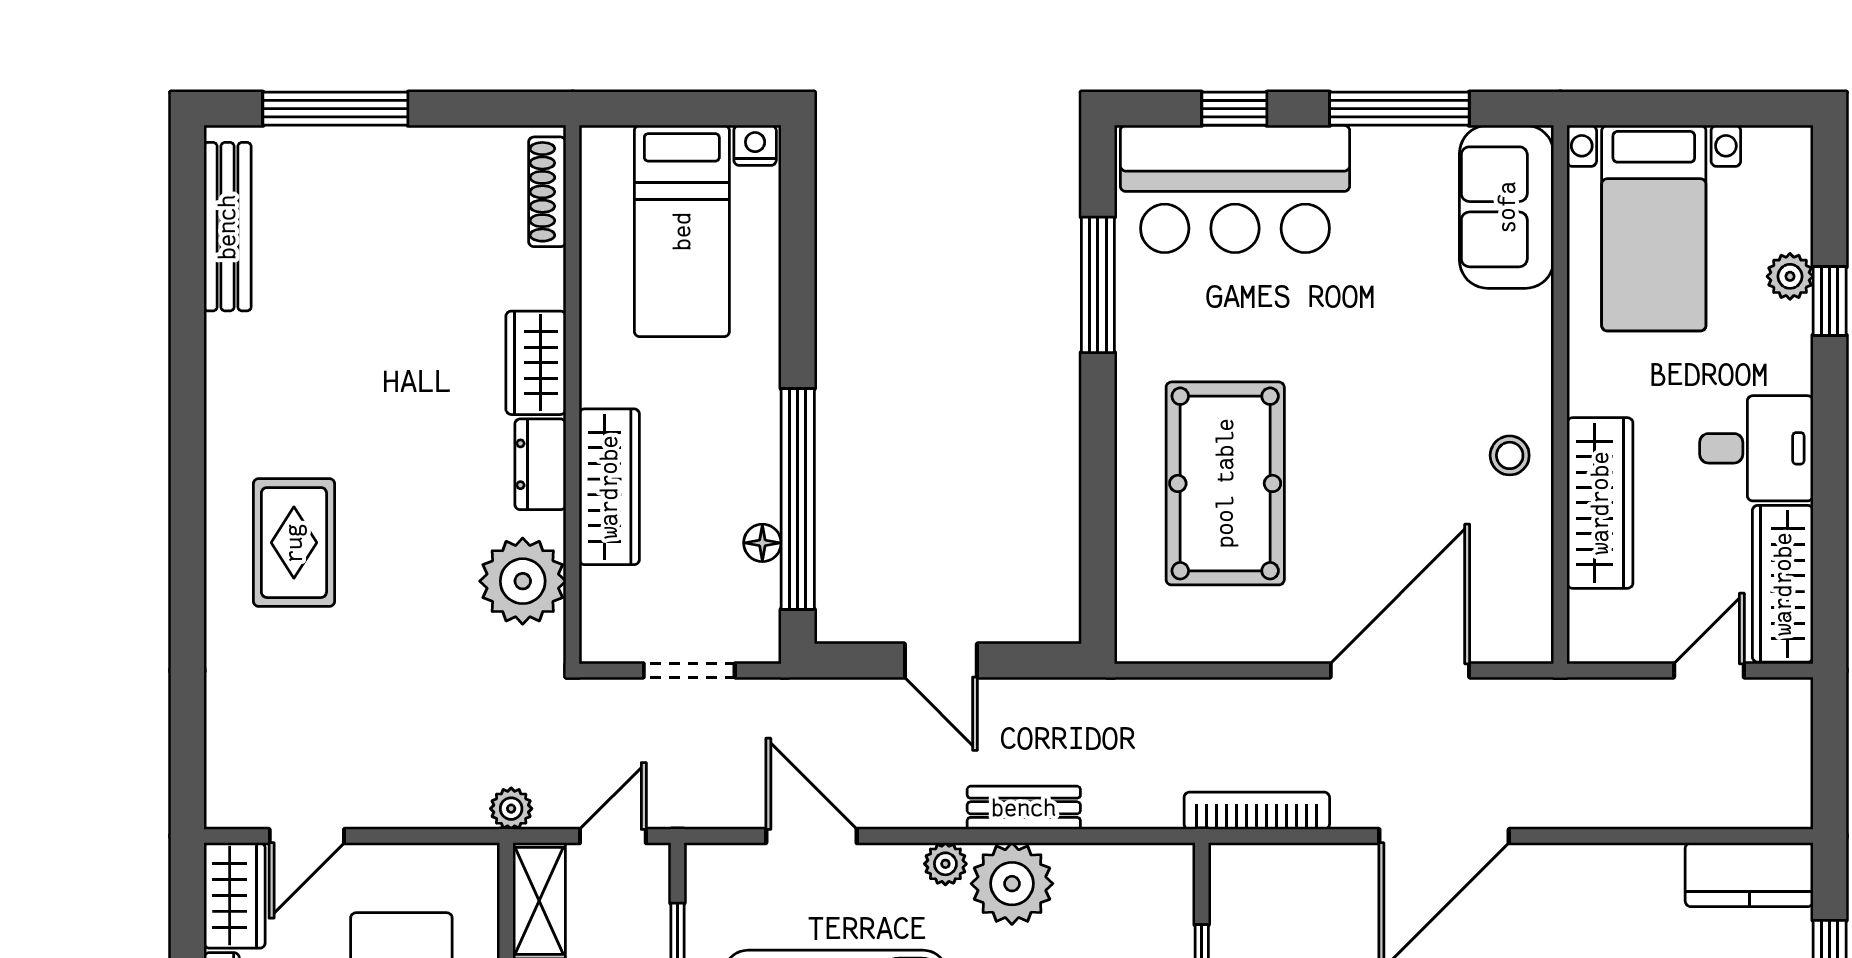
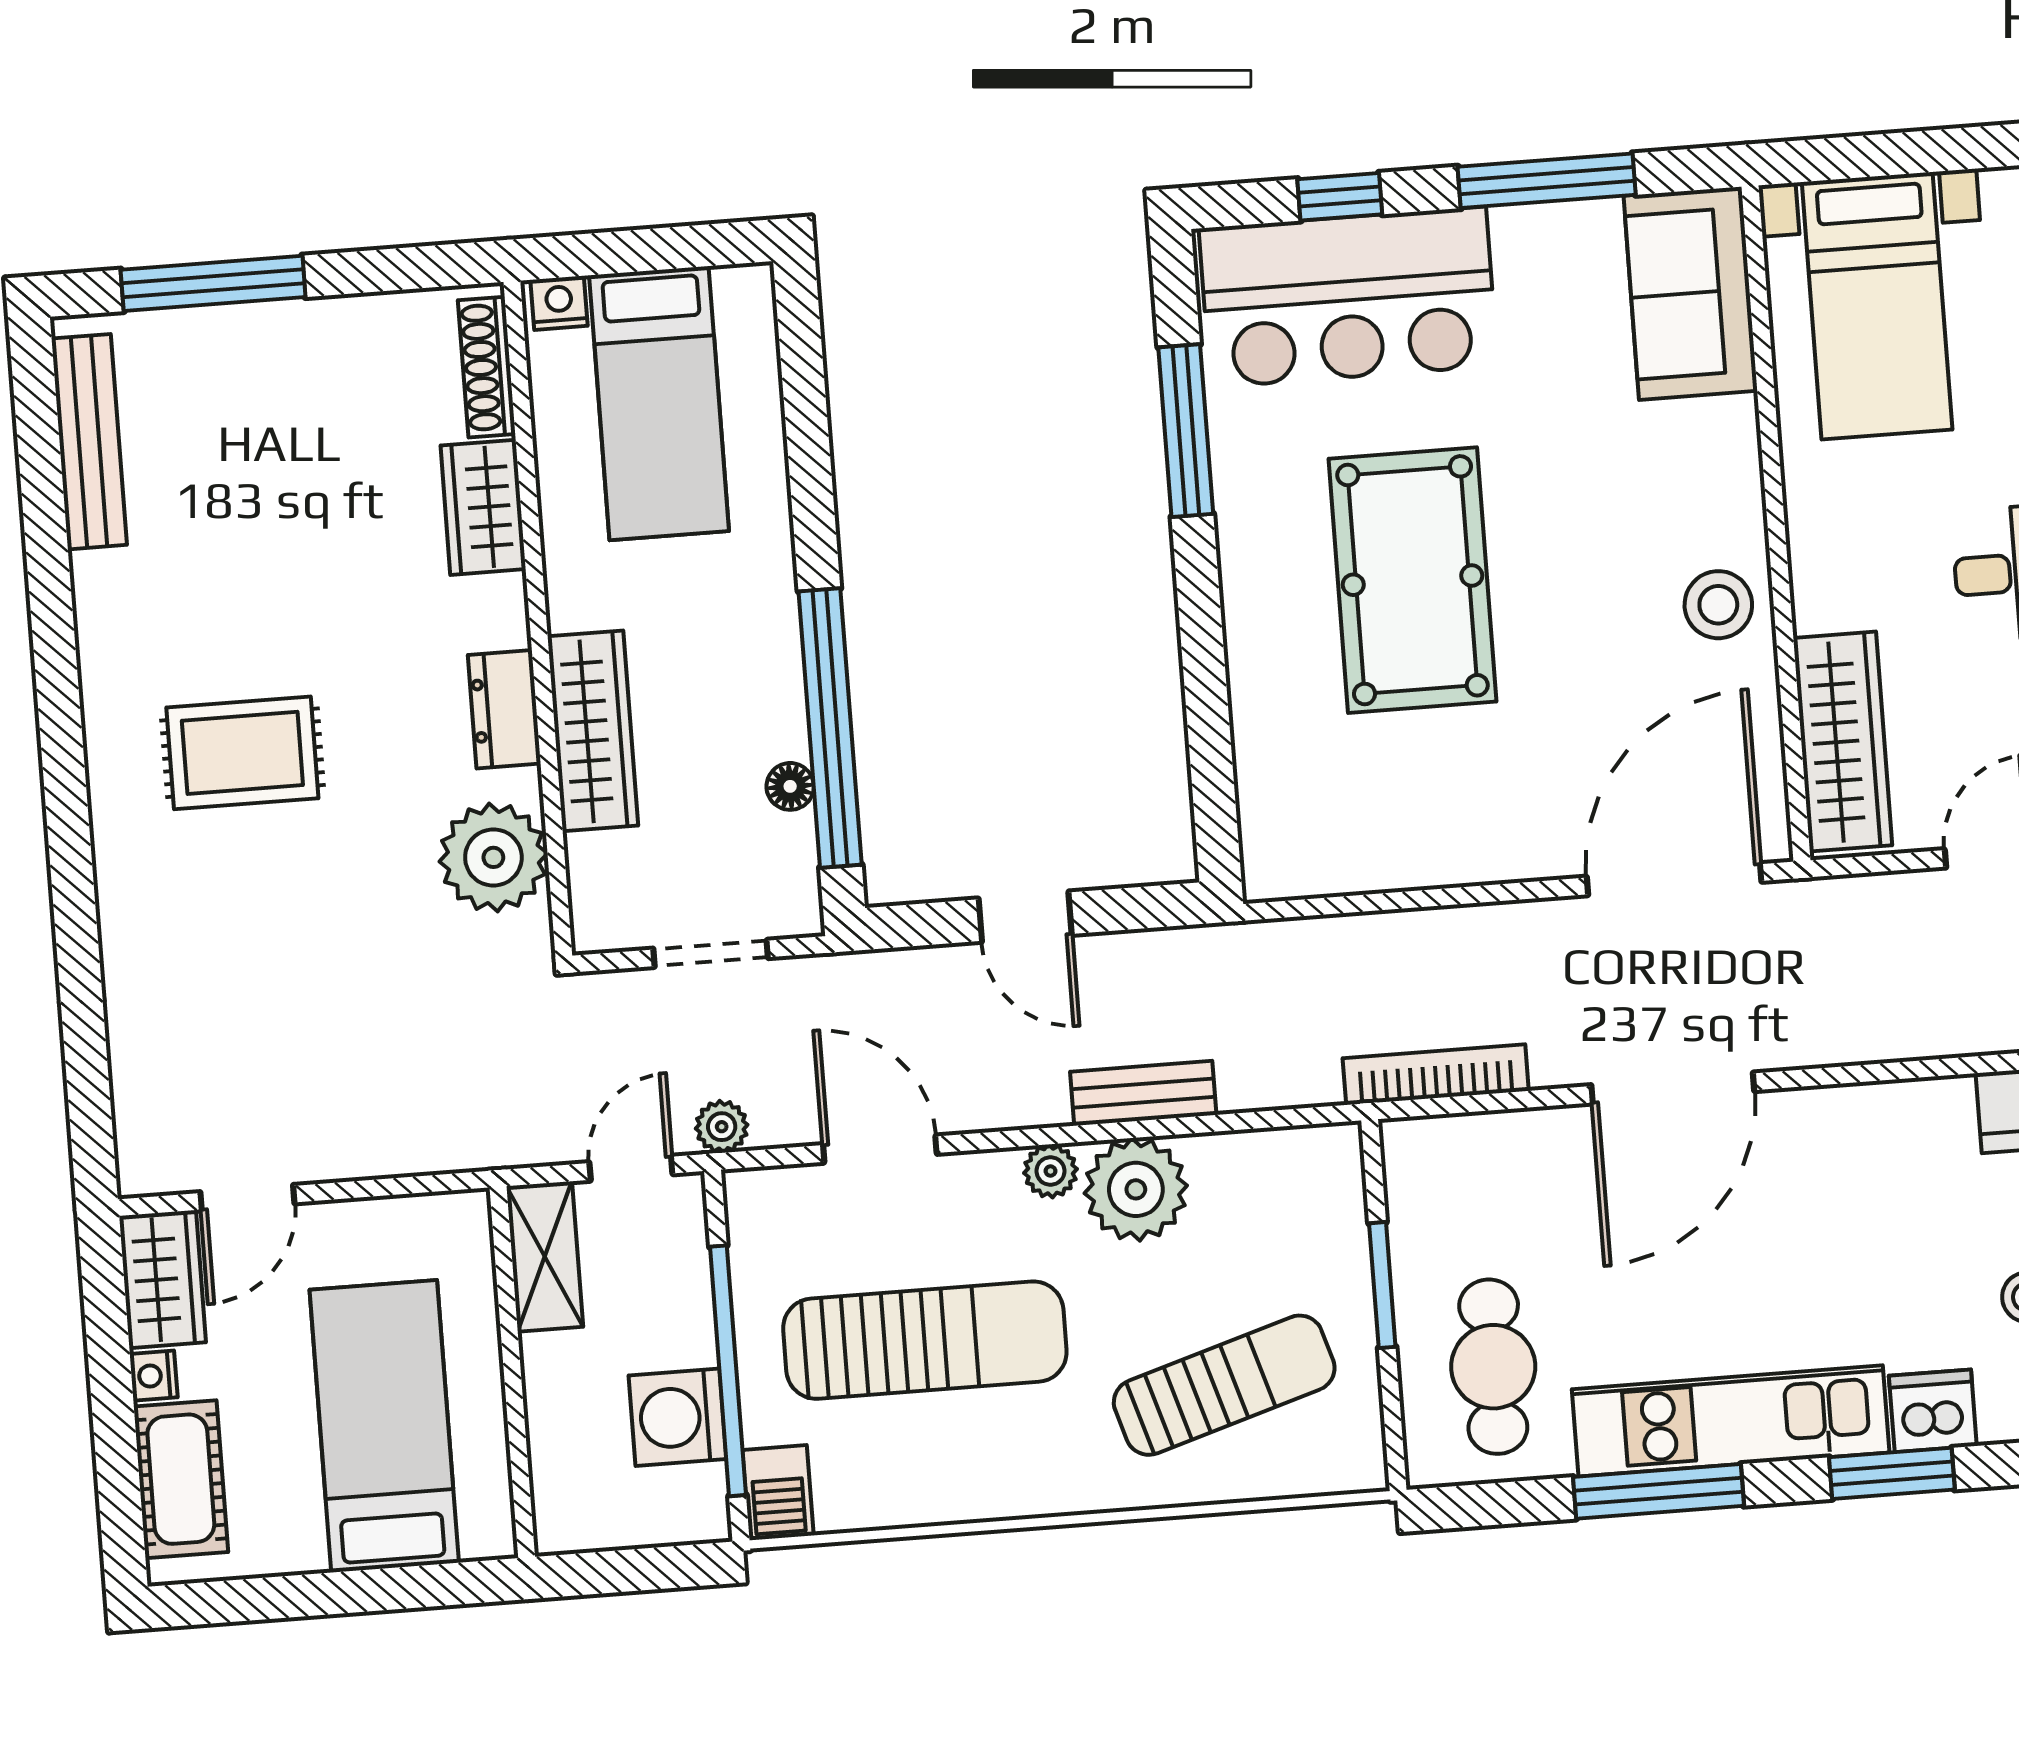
nightstand: (755, 145) -> (559, 303), moved
wardrobe: (536, 363) -> (483, 507), moved
stool: (1510, 455) -> (1718, 605), width x1.37, depth x1.37
pool table: (1225, 483) -> (1412, 580), moved
wardrobe: (1600, 503) -> (1843, 742), moved
rug: (294, 543) -> (242, 753), moved, turned 90
door: (1400, 670) -> (1674, 879), moved
plant: (511, 809) -> (722, 1127), moved

